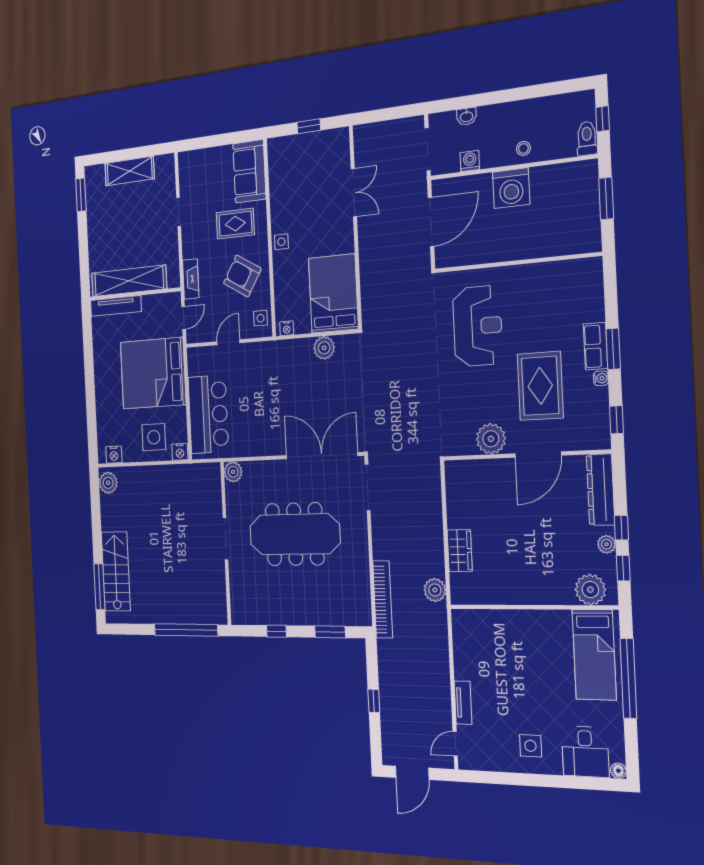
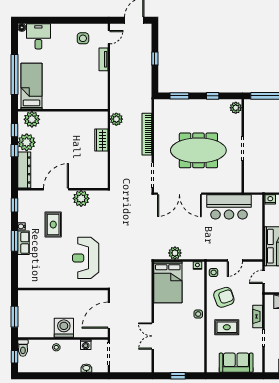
sofa: (249, 171) -> (236, 363), moved, turned -90
armchair: (242, 276) -> (224, 297), turned -50
fireplace: (191, 279) -> (258, 316), moved
rug: (540, 386) -> (53, 225), width x0.73, depth x0.70
bar counter: (208, 414) -> (229, 207), moved, turned -90
plant: (233, 472) -> (236, 108), moved
plant: (607, 544) -> (27, 142), width x1.87, depth x1.87
bookcase: (383, 599) -> (147, 134), moved
side table: (530, 746) -> (83, 38), moved

